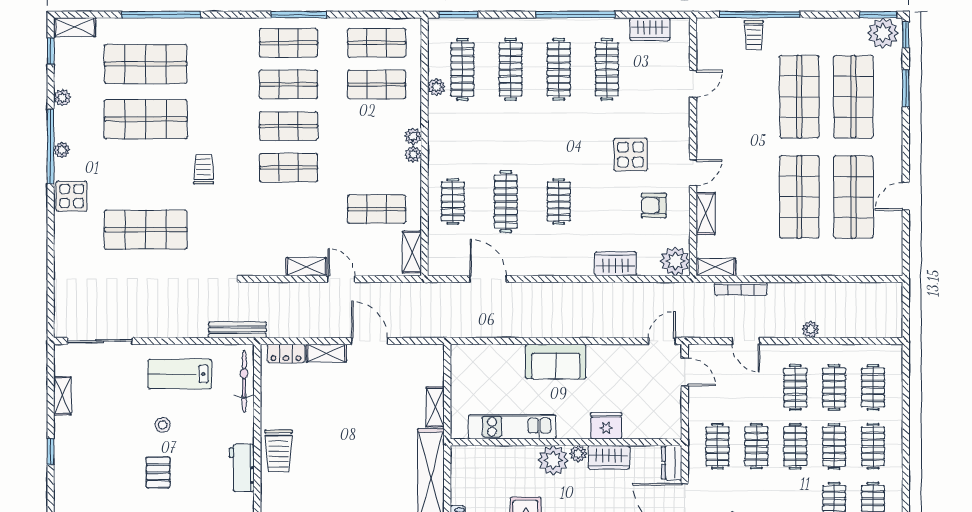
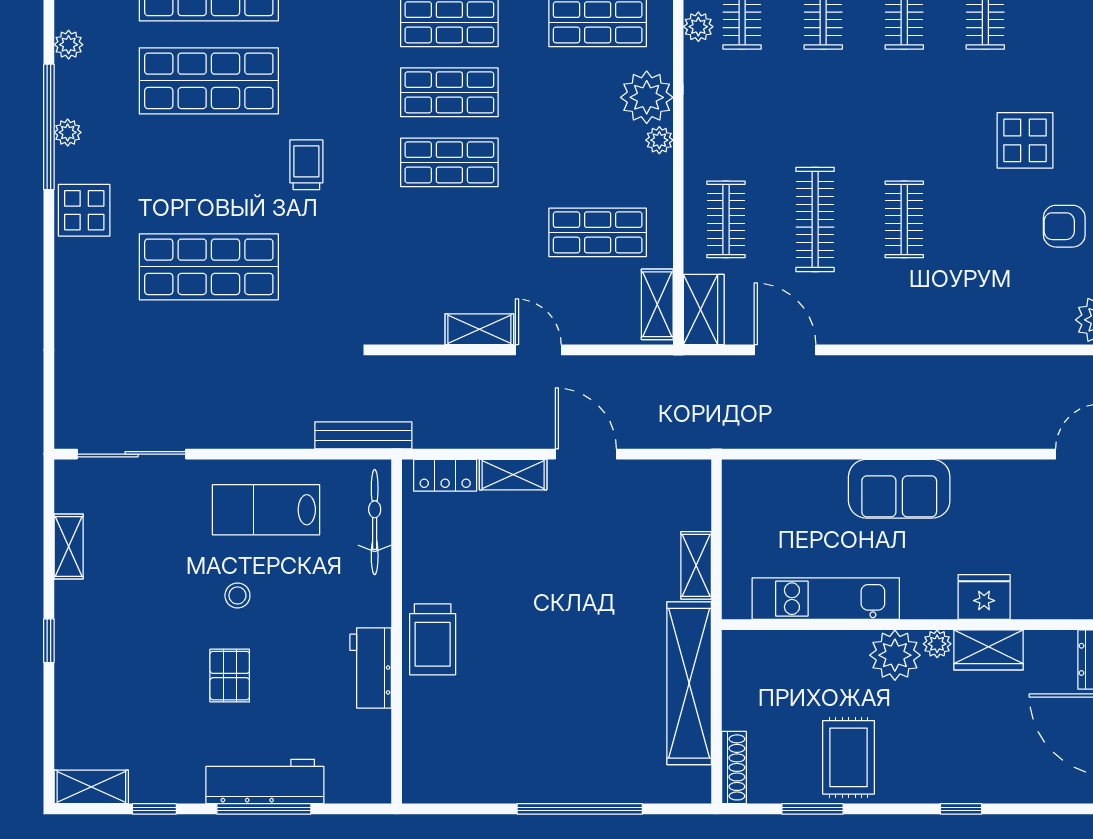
plant: (413, 136) -> (647, 97), width x1.87, depth x1.87
wardrobe: (616, 264) -> (704, 310), moved, turned 90

